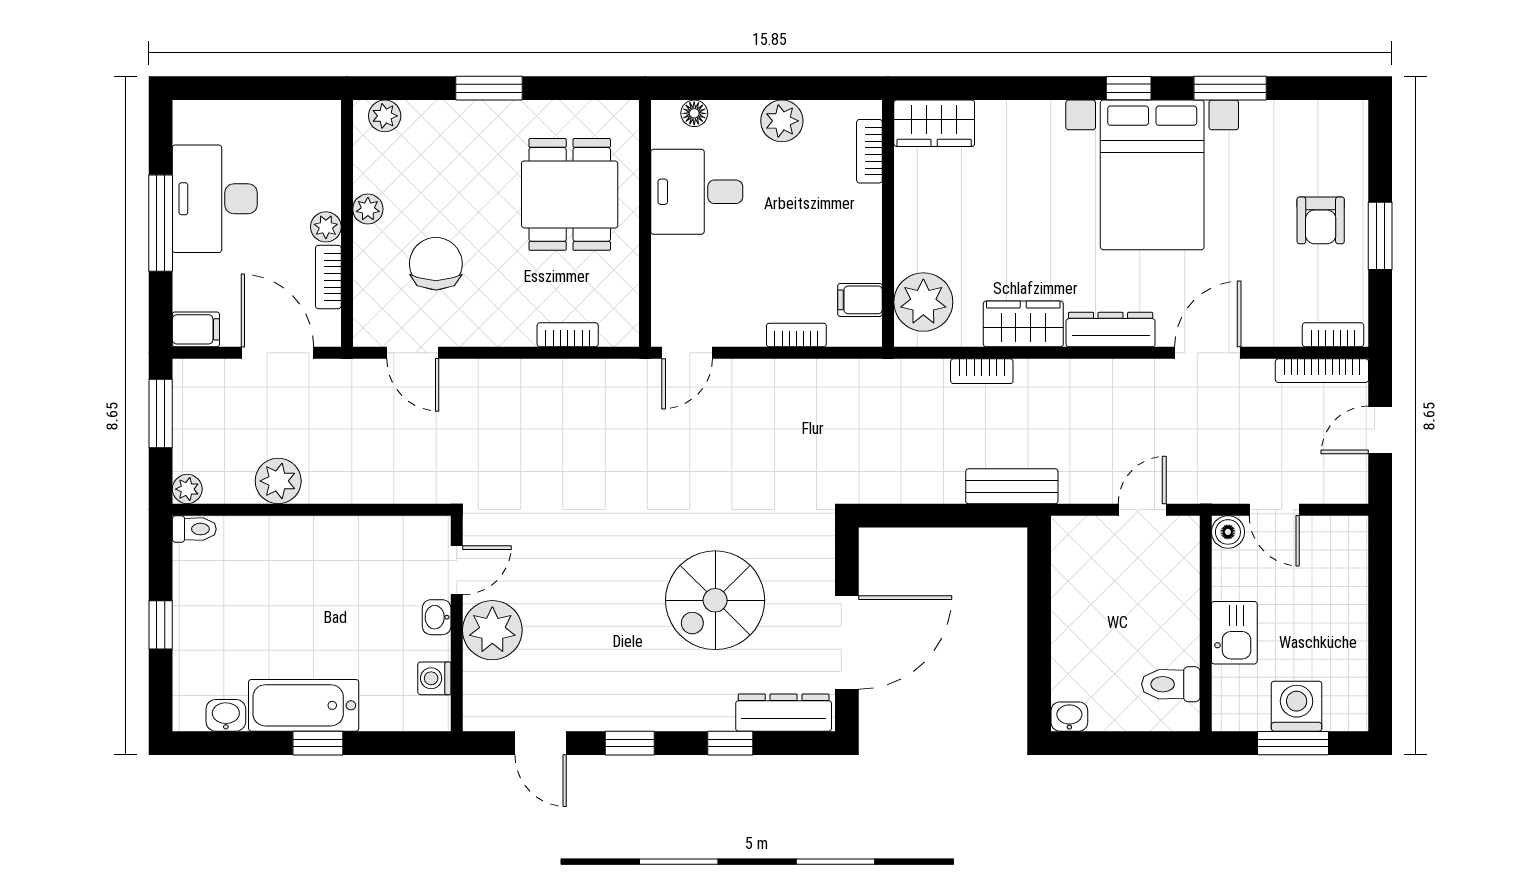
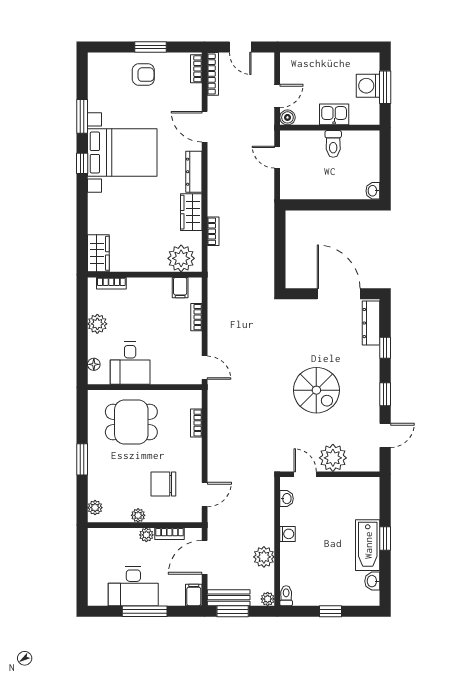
bench: (1012, 486) -> (229, 598), moved, turned 90
spiral stairs: (715, 600) -> (316, 390), moved
washbasin: (437, 617) -> (286, 499), moved, turned -90
washing machine: (434, 678) -> (288, 534), moved, turned -90
toilet: (1171, 684) -> (333, 144), moved

